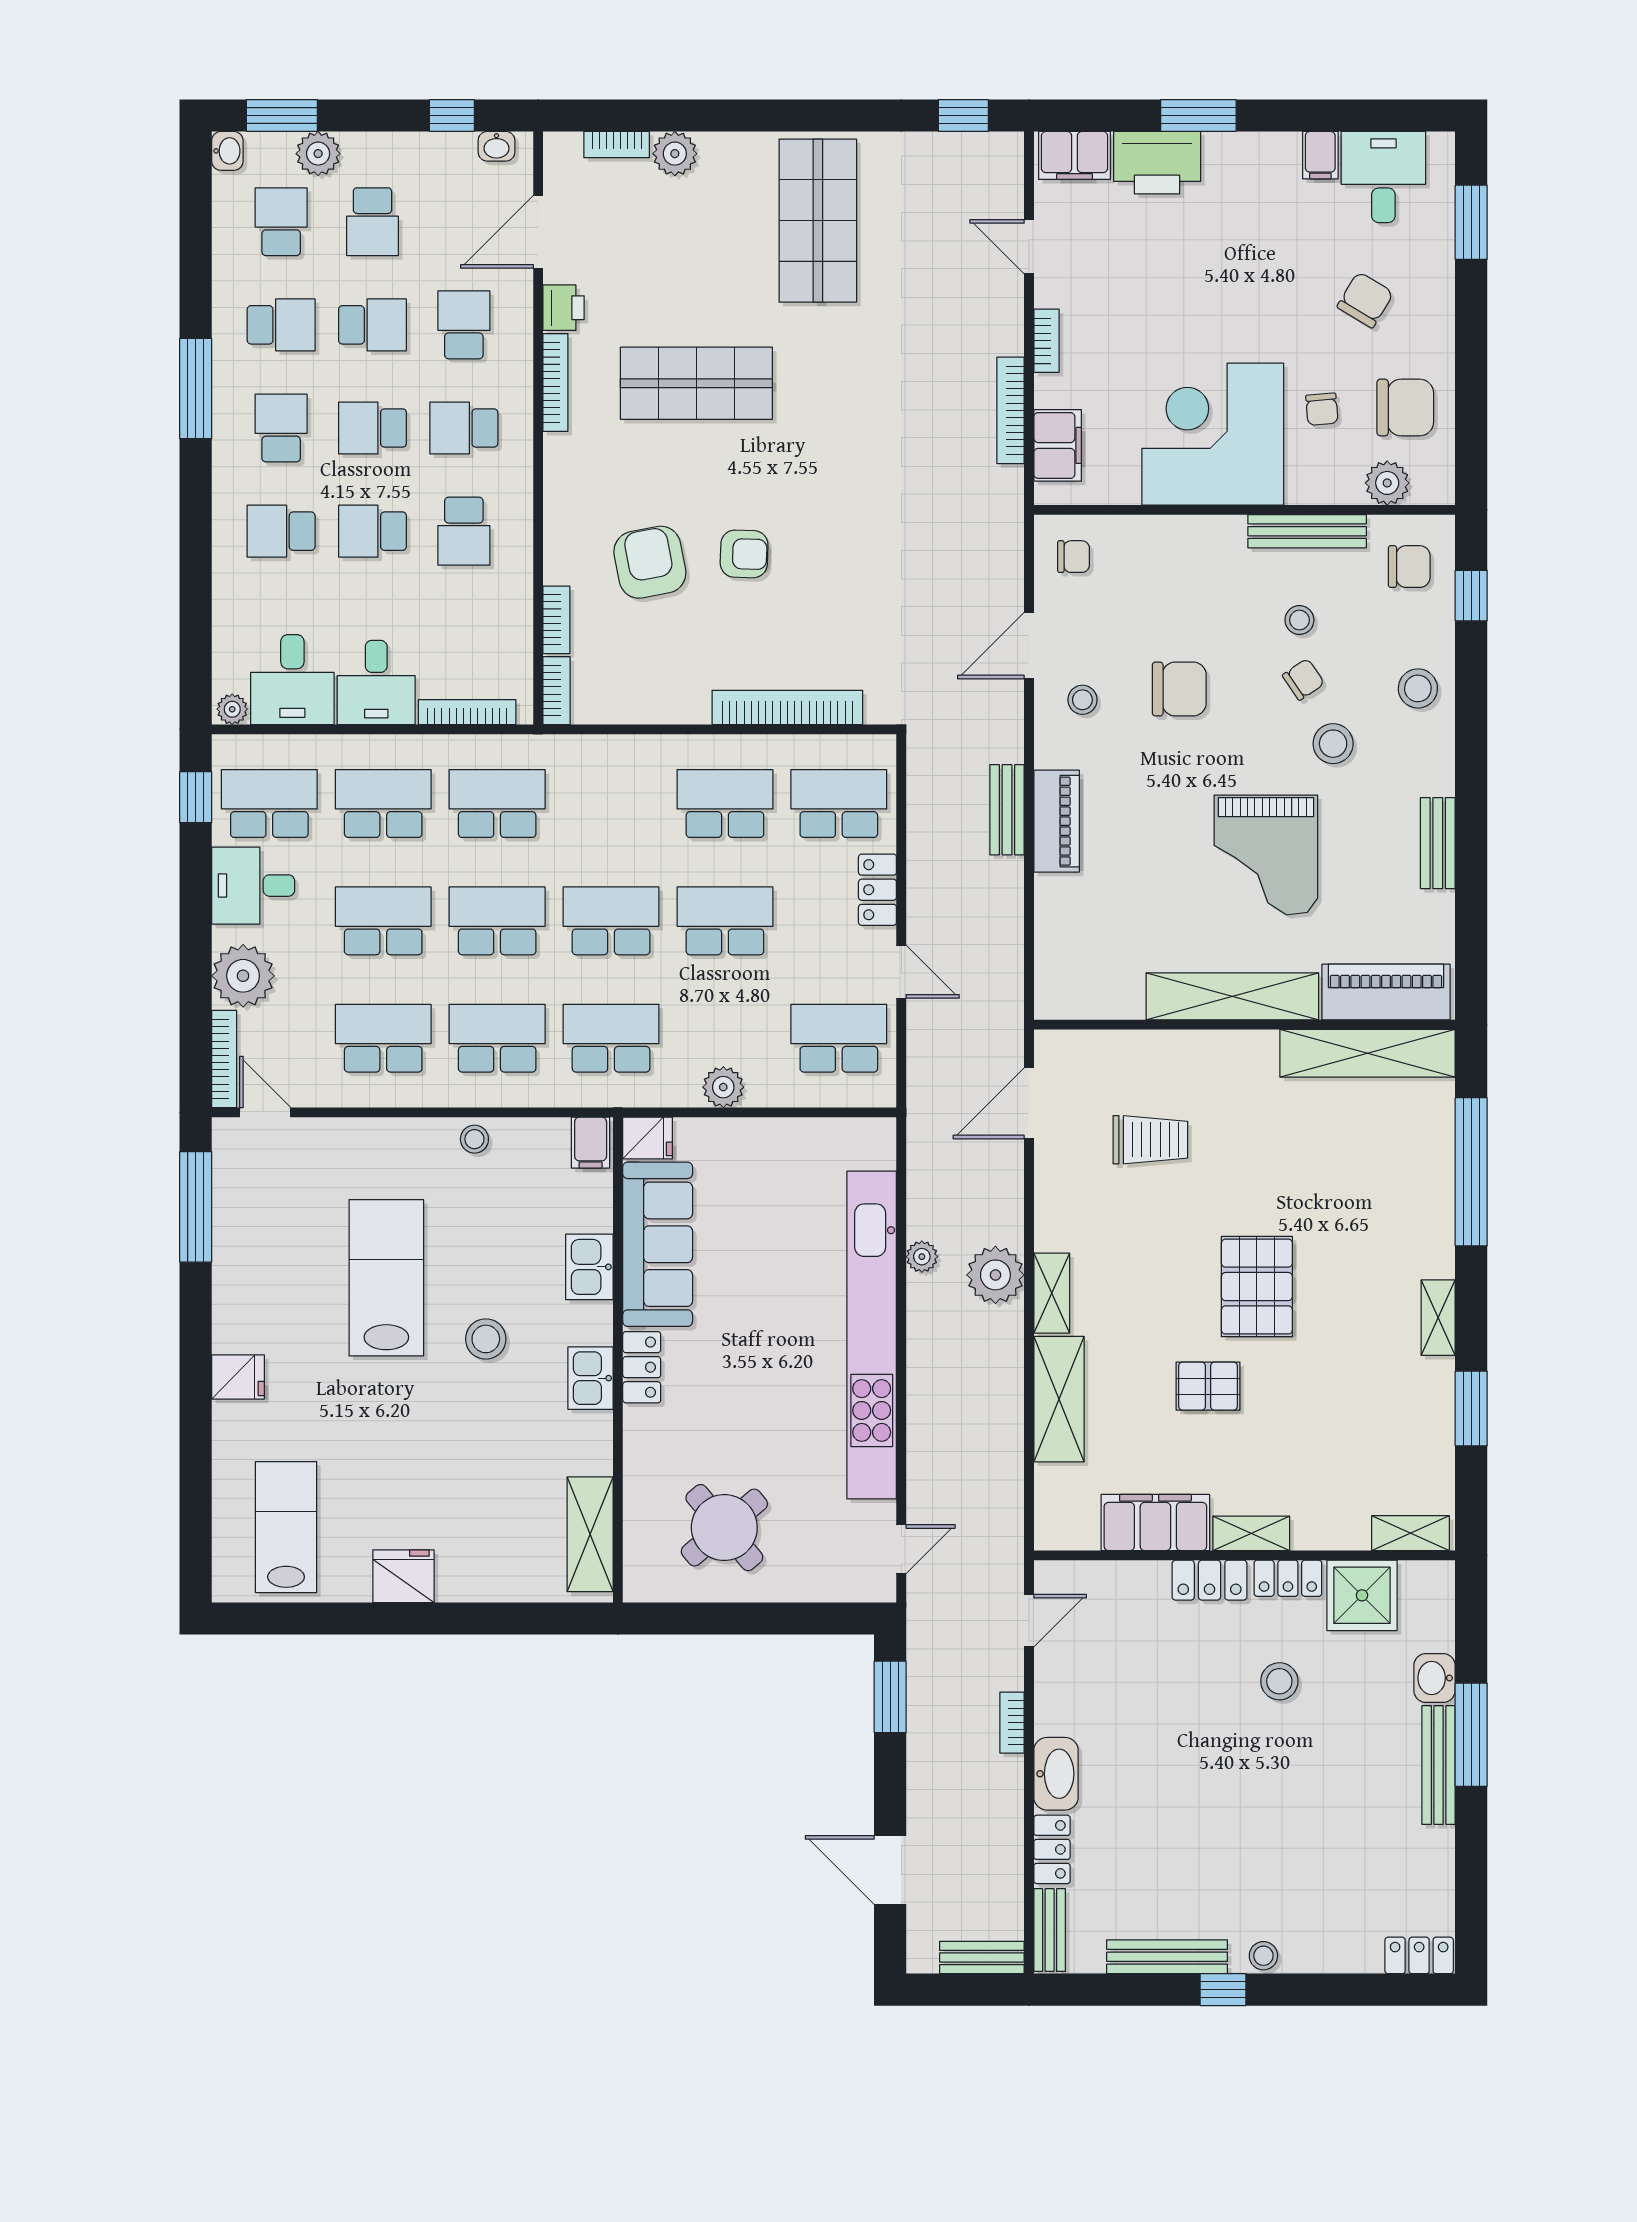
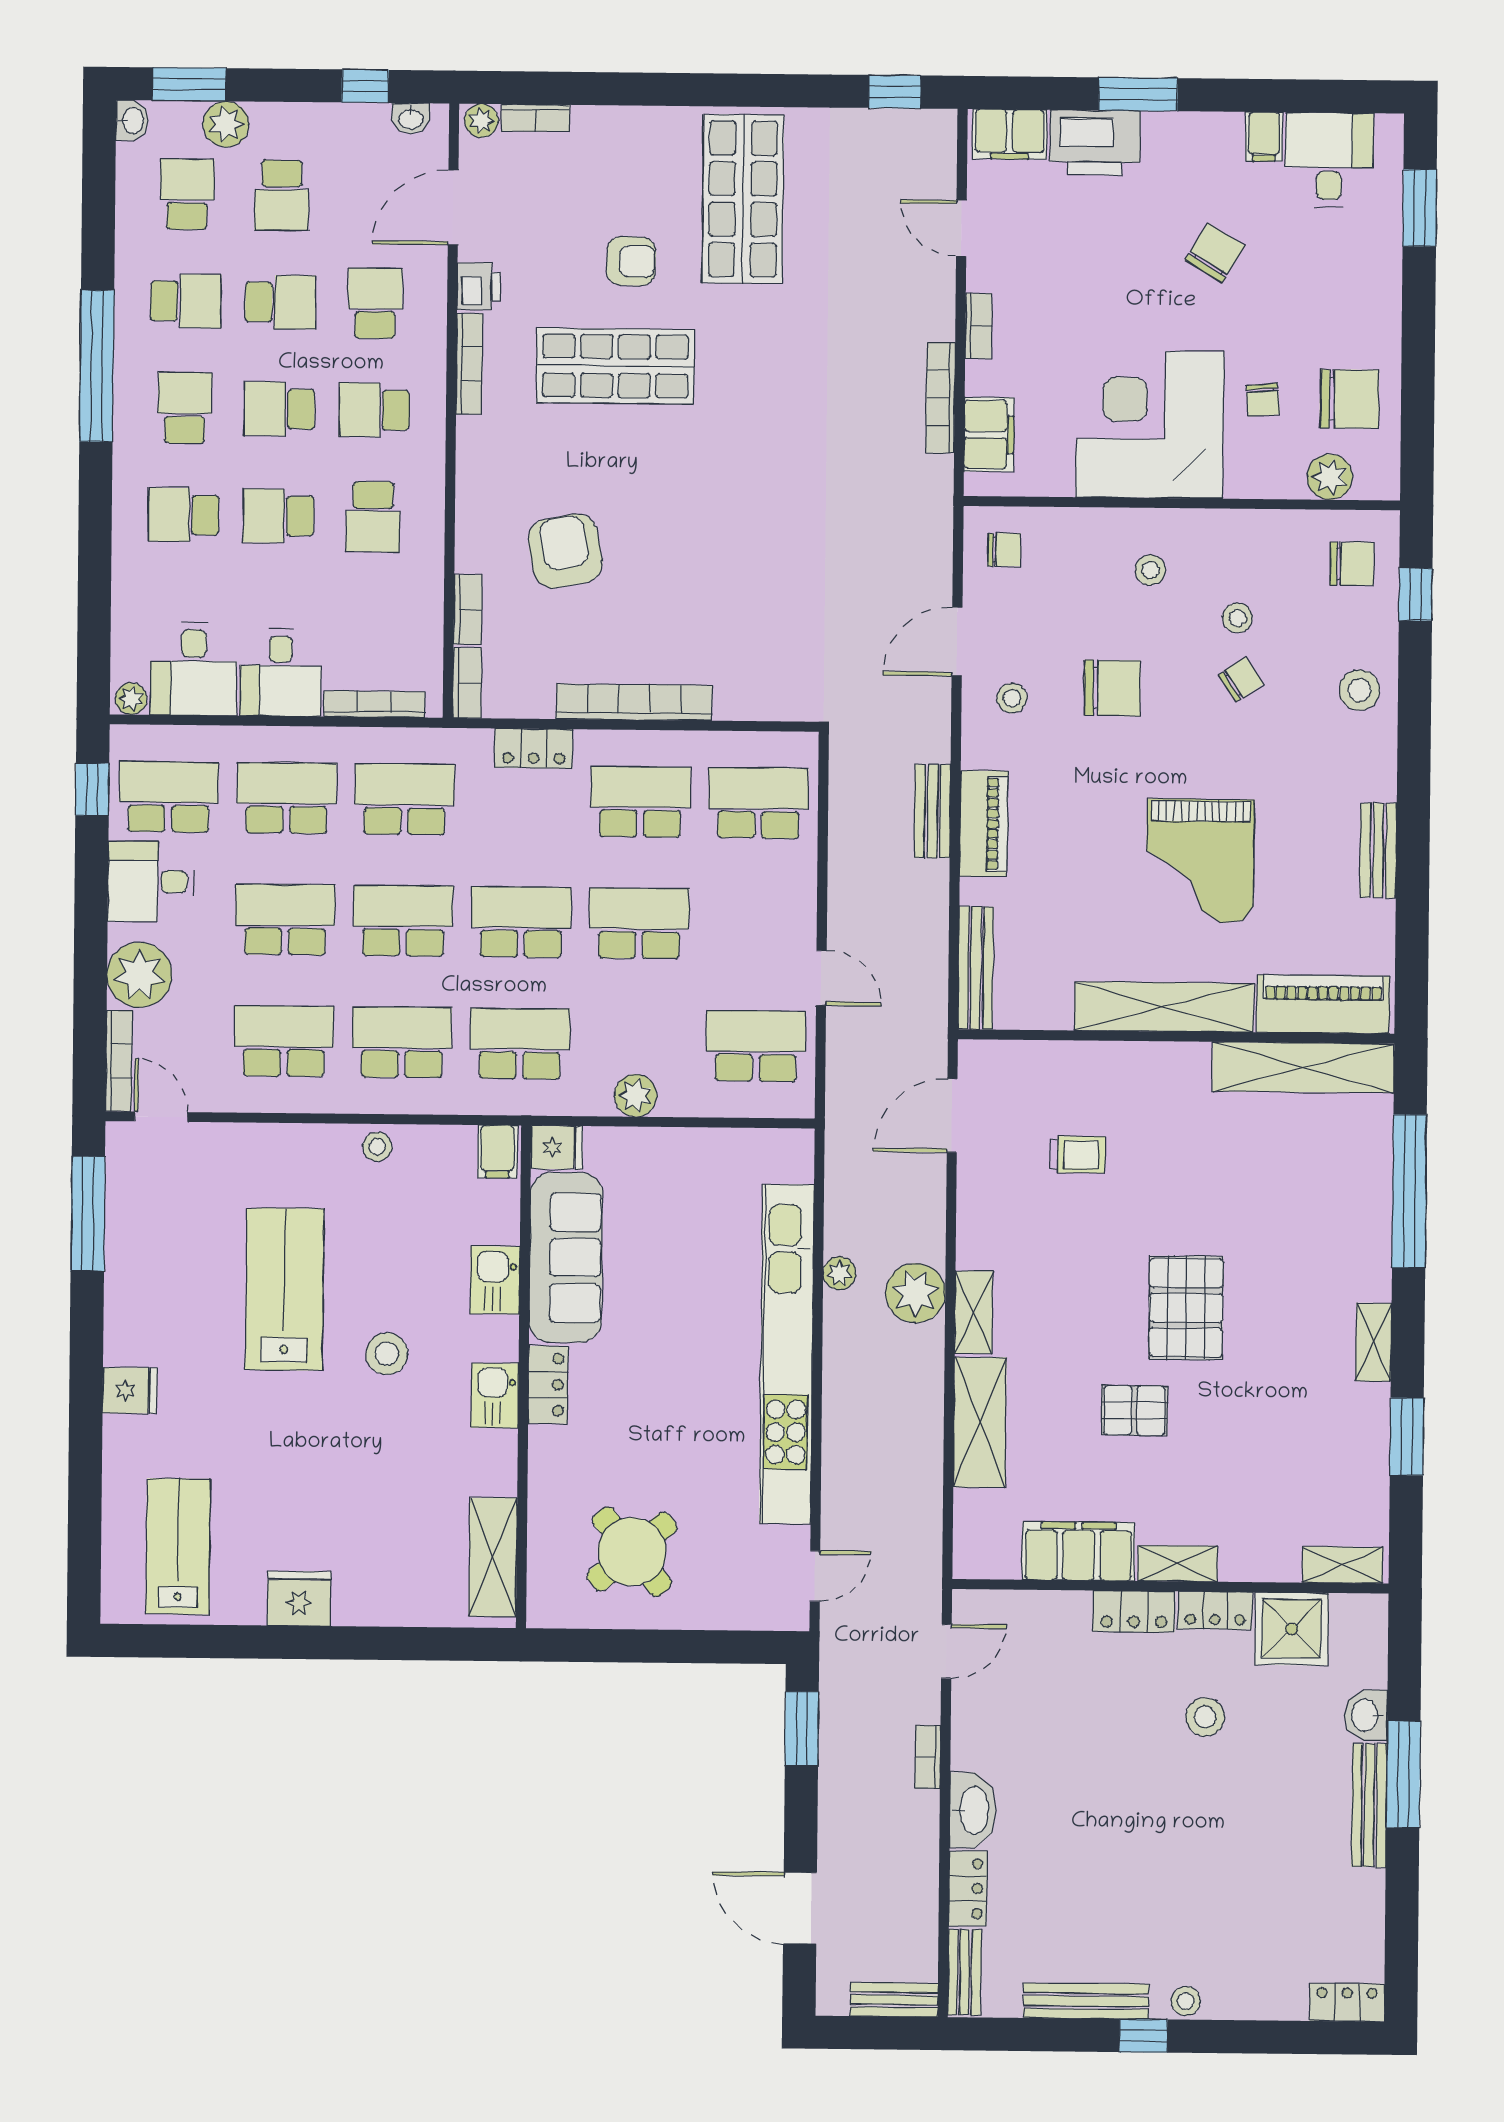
plant: (675, 154) -> (481, 121), moved, width x0.73, depth x0.73
chair: (1365, 300) -> (1215, 253), moved
window: (196, 389) -> (97, 366), width x1.46
bench: (1307, 531) -> (976, 968), moved, turned 90
armchair: (744, 554) -> (631, 261), moved
bookcase: (787, 707) -> (634, 702), moved
stool: (1333, 744) -> (1150, 570), moved, width x0.73, depth x0.73
locker: (877, 890) -> (534, 748), moved, turned -90
trolley: (1150, 1140) -> (1077, 1155), width x0.73, depth x0.72

